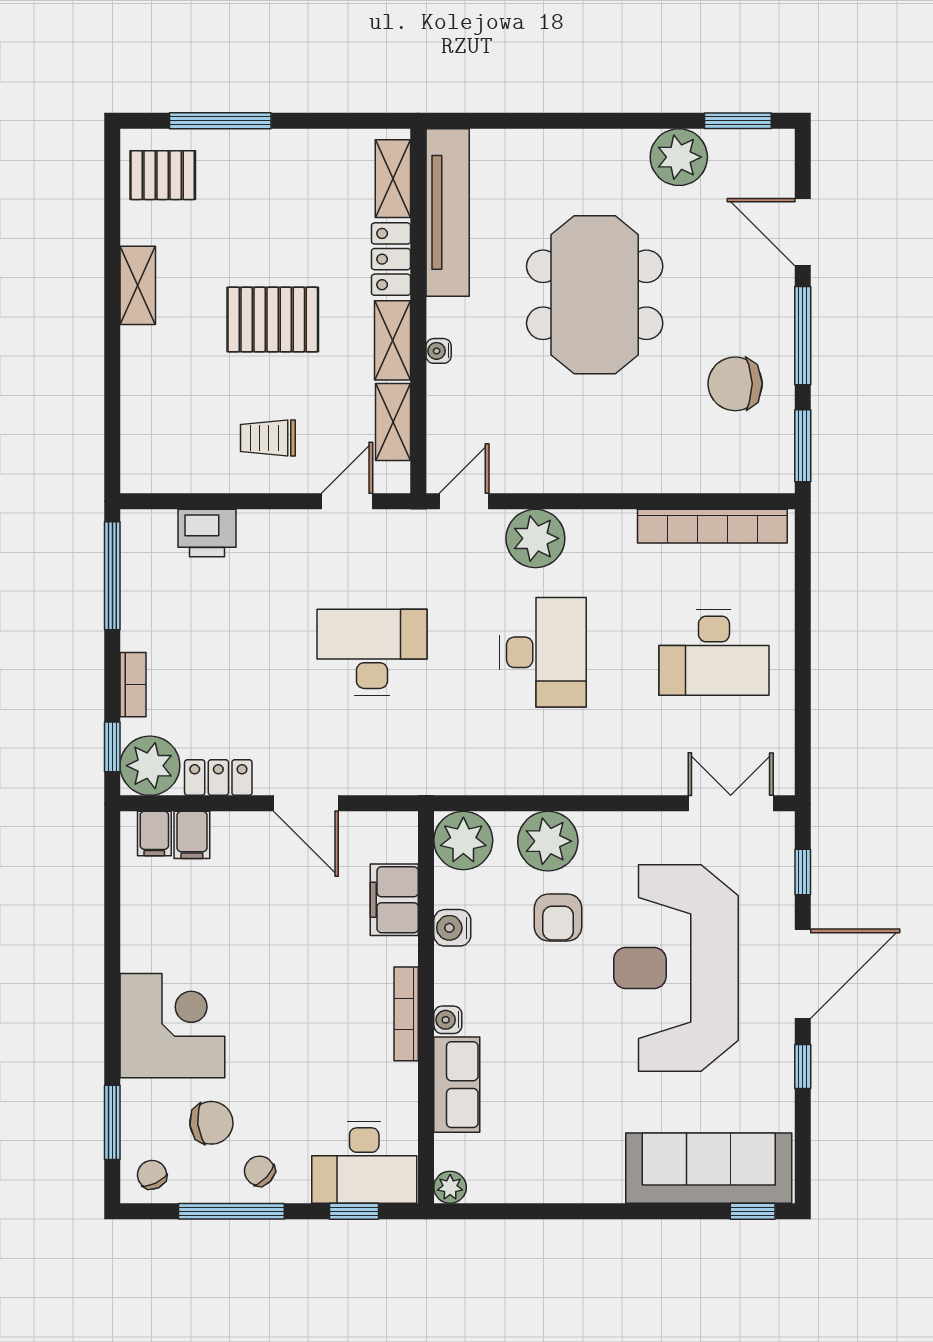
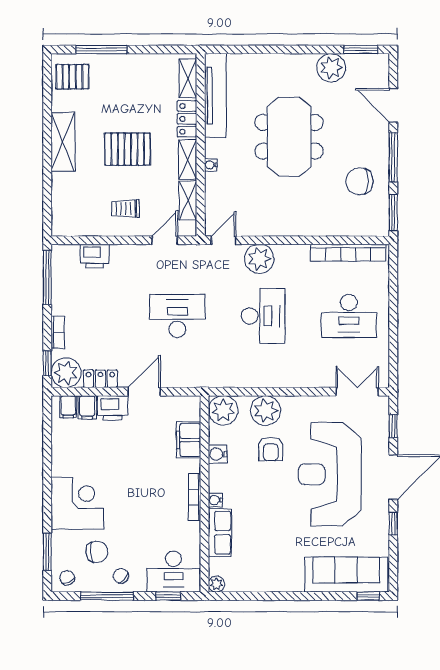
shelving: (138, 285) -> (63, 142), width x1.50, depth x1.33
door: (306, 803) -> (144, 392), swing flipped
printer: (243, 836) -> (113, 408), added

